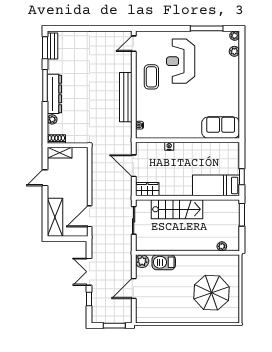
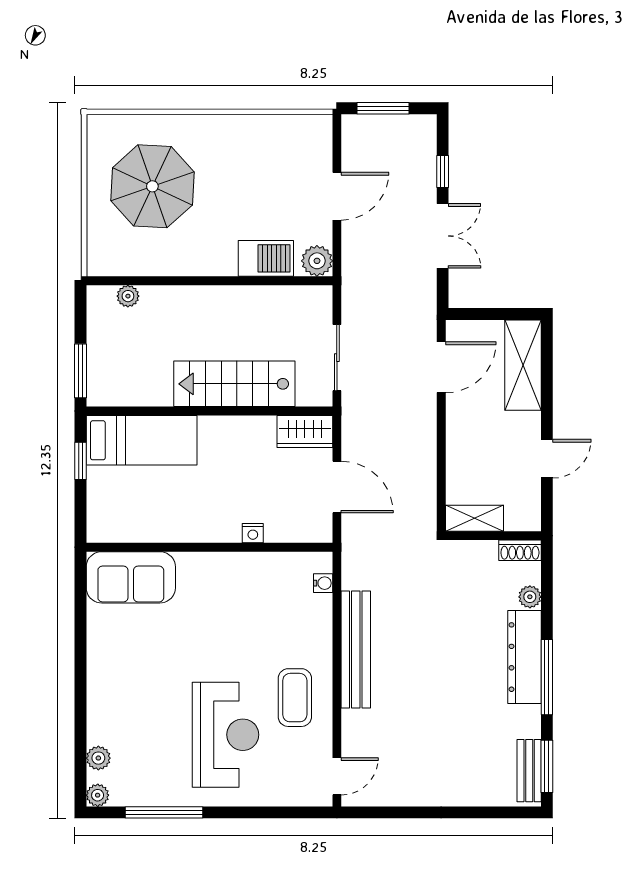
shelving: (60, 153) -> (474, 518), moved

